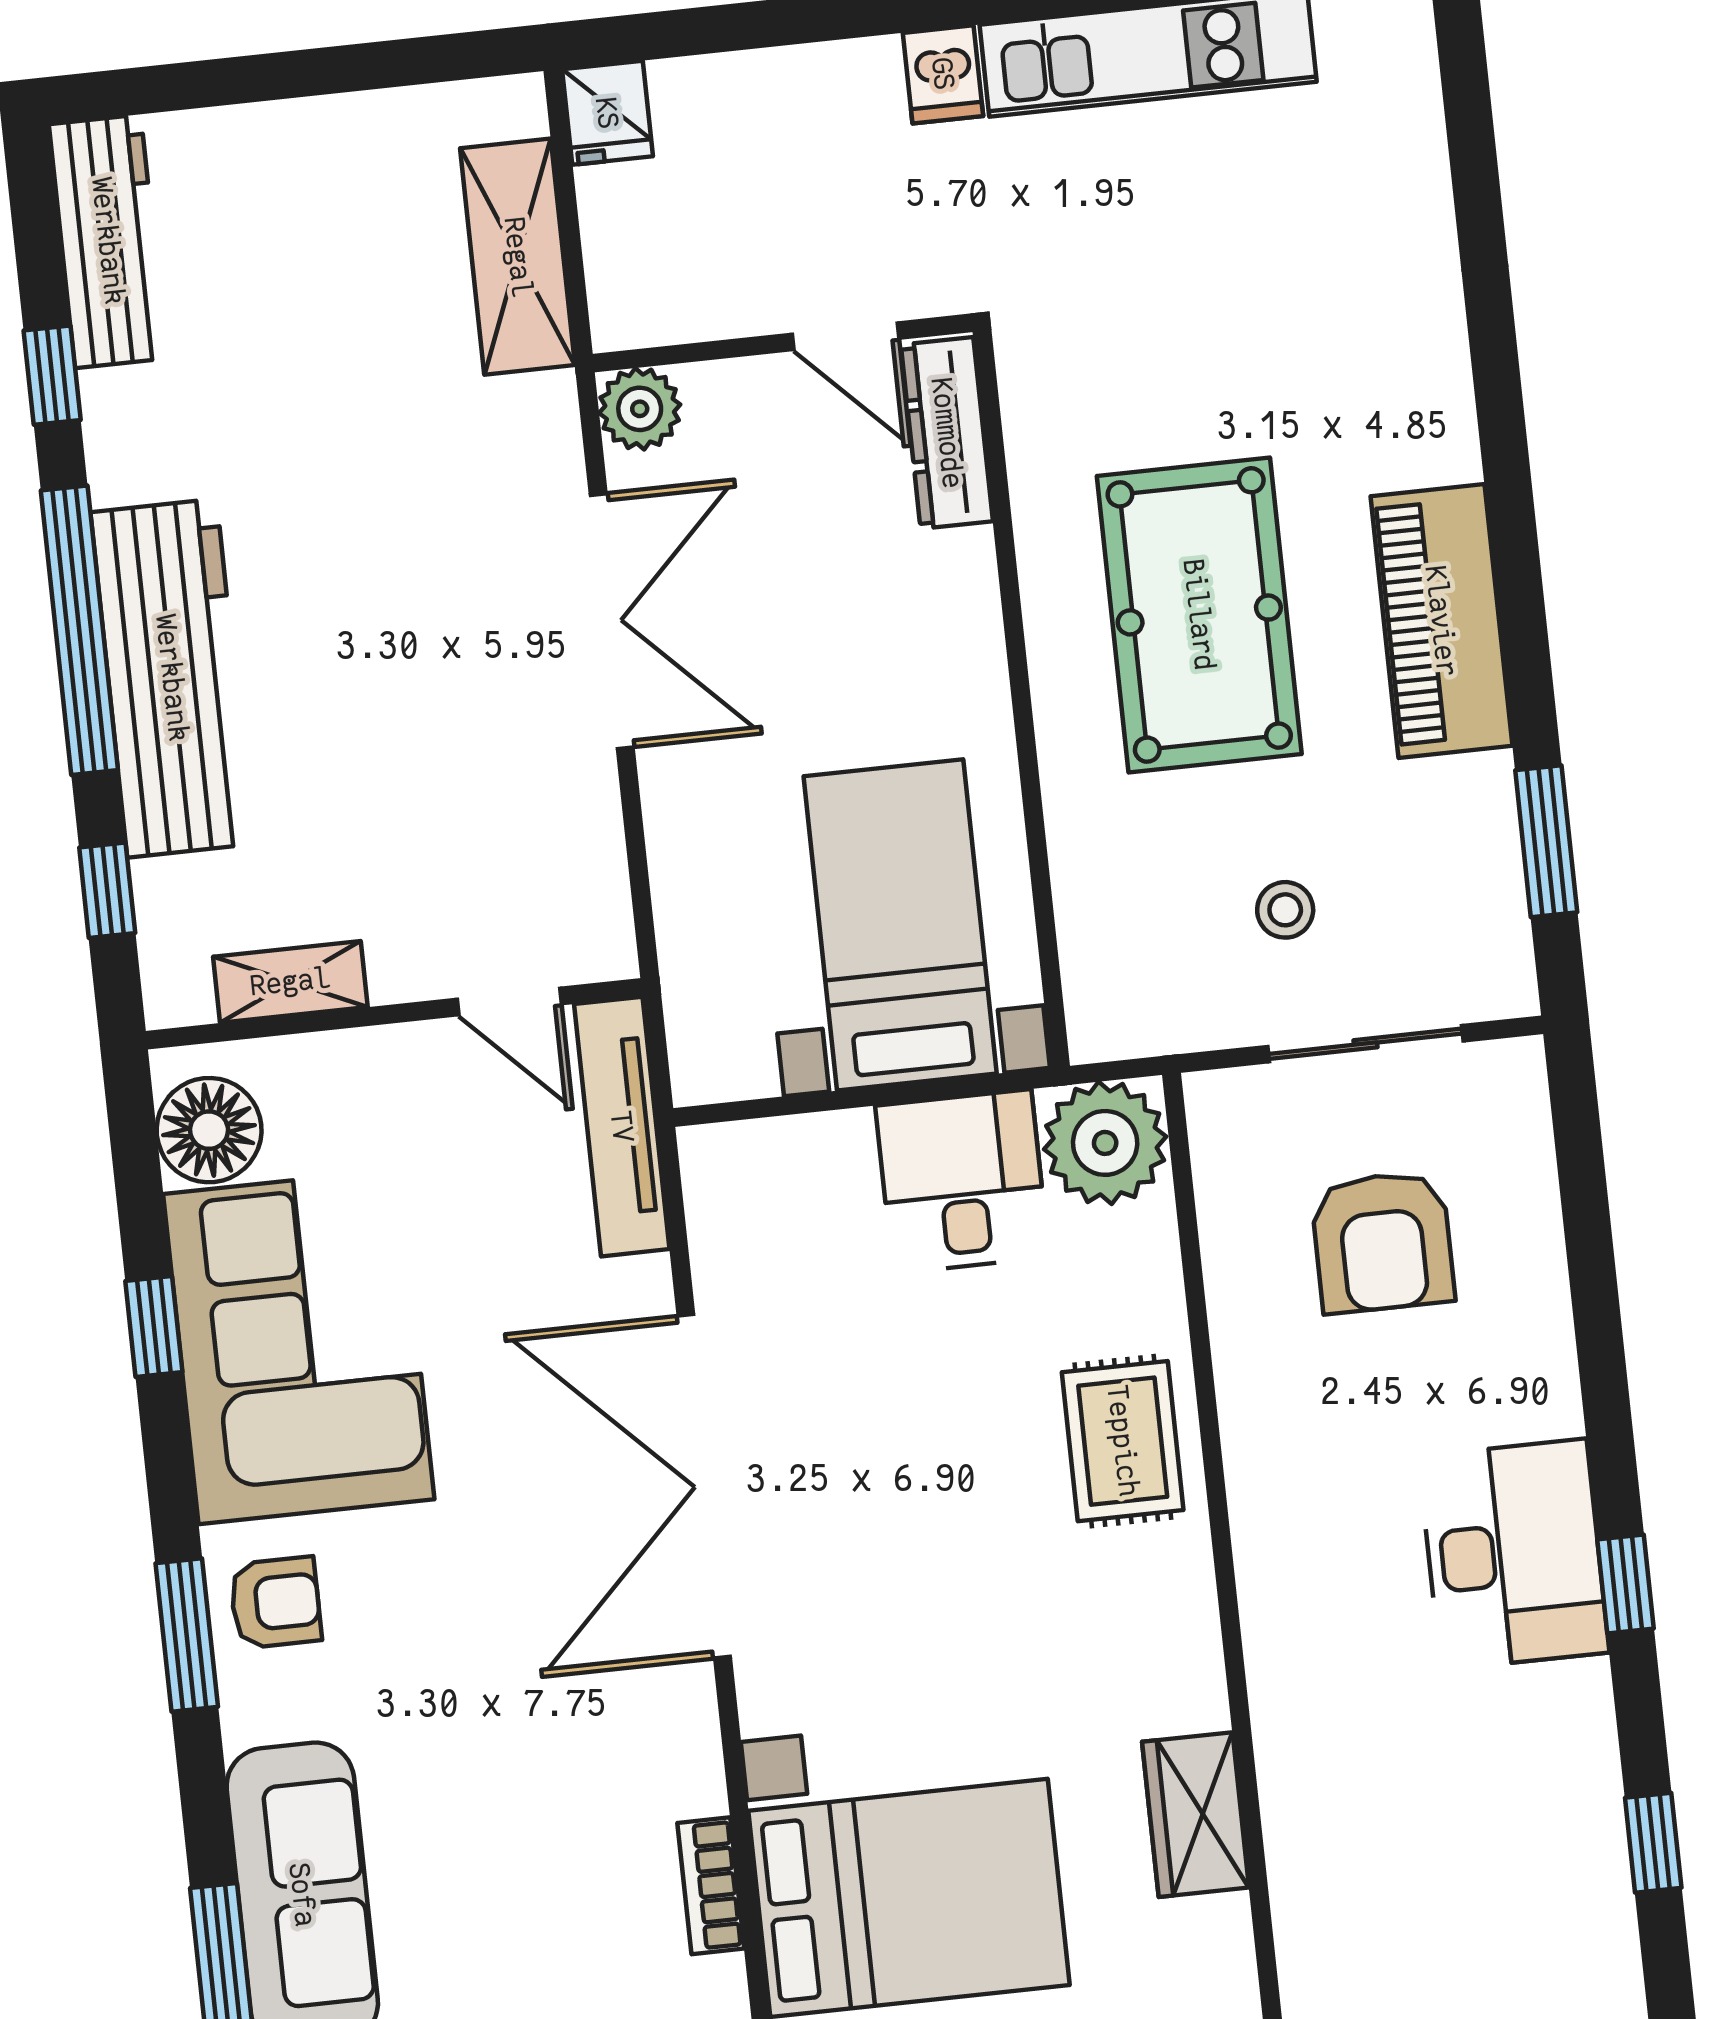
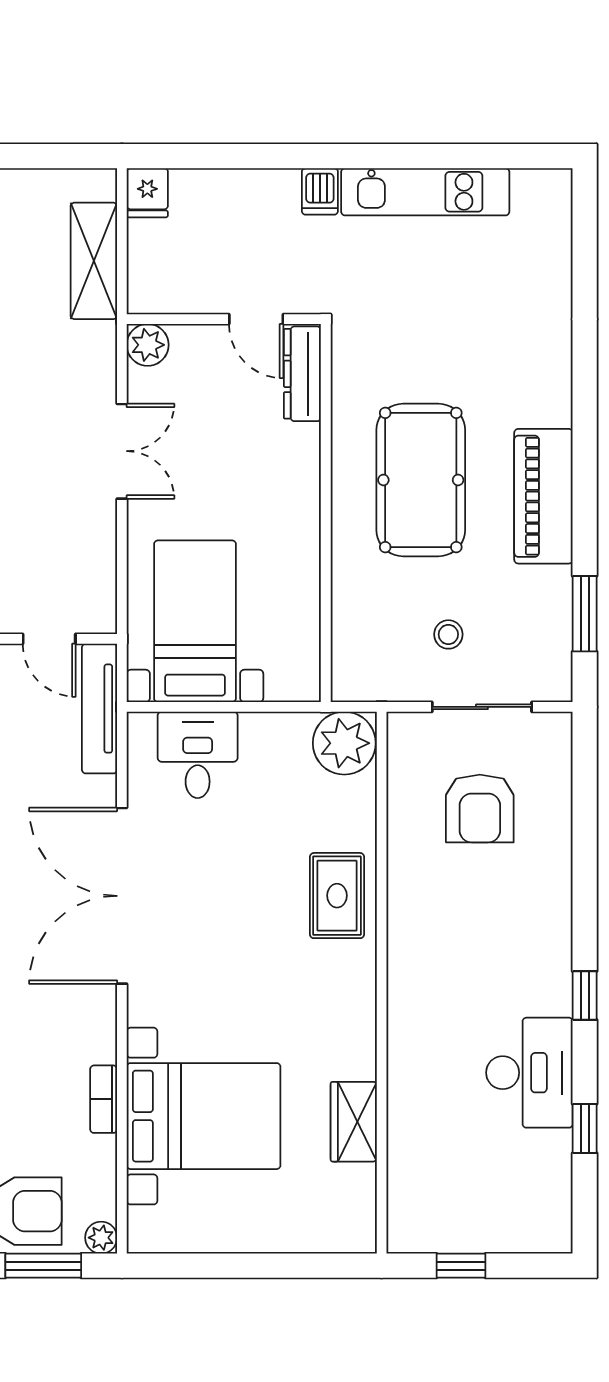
double door: (612, 621) -> (122, 451), width x0.73
bed with nightstands: (900, 925) -> (195, 621), moved
desk: (962, 1181) -> (198, 755), moved
desk: (1514, 1554) -> (529, 1073), moved
wardrobe: (1196, 1815) -> (354, 1122), moved

